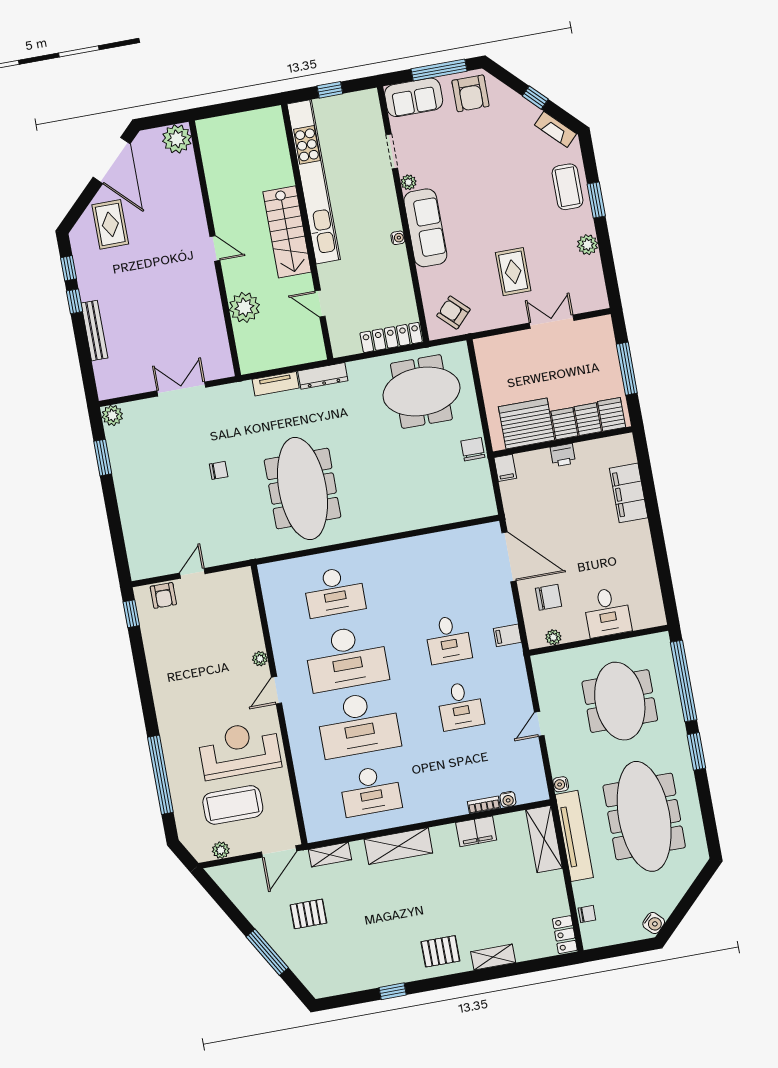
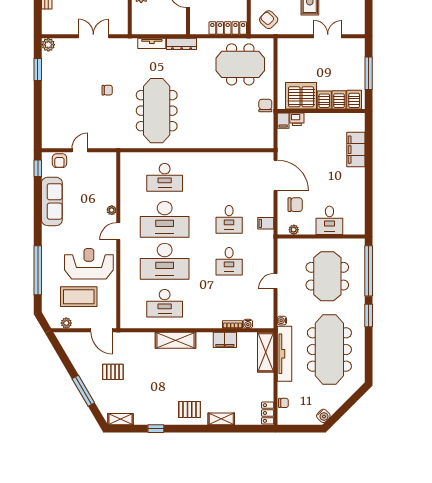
printer: (563, 455) -> (297, 119), moved
sofa: (163, 662) -> (52, 201), added
door: (279, 851) -> (102, 330), hinge flipped
shelving: (330, 855) -> (121, 419), moved

